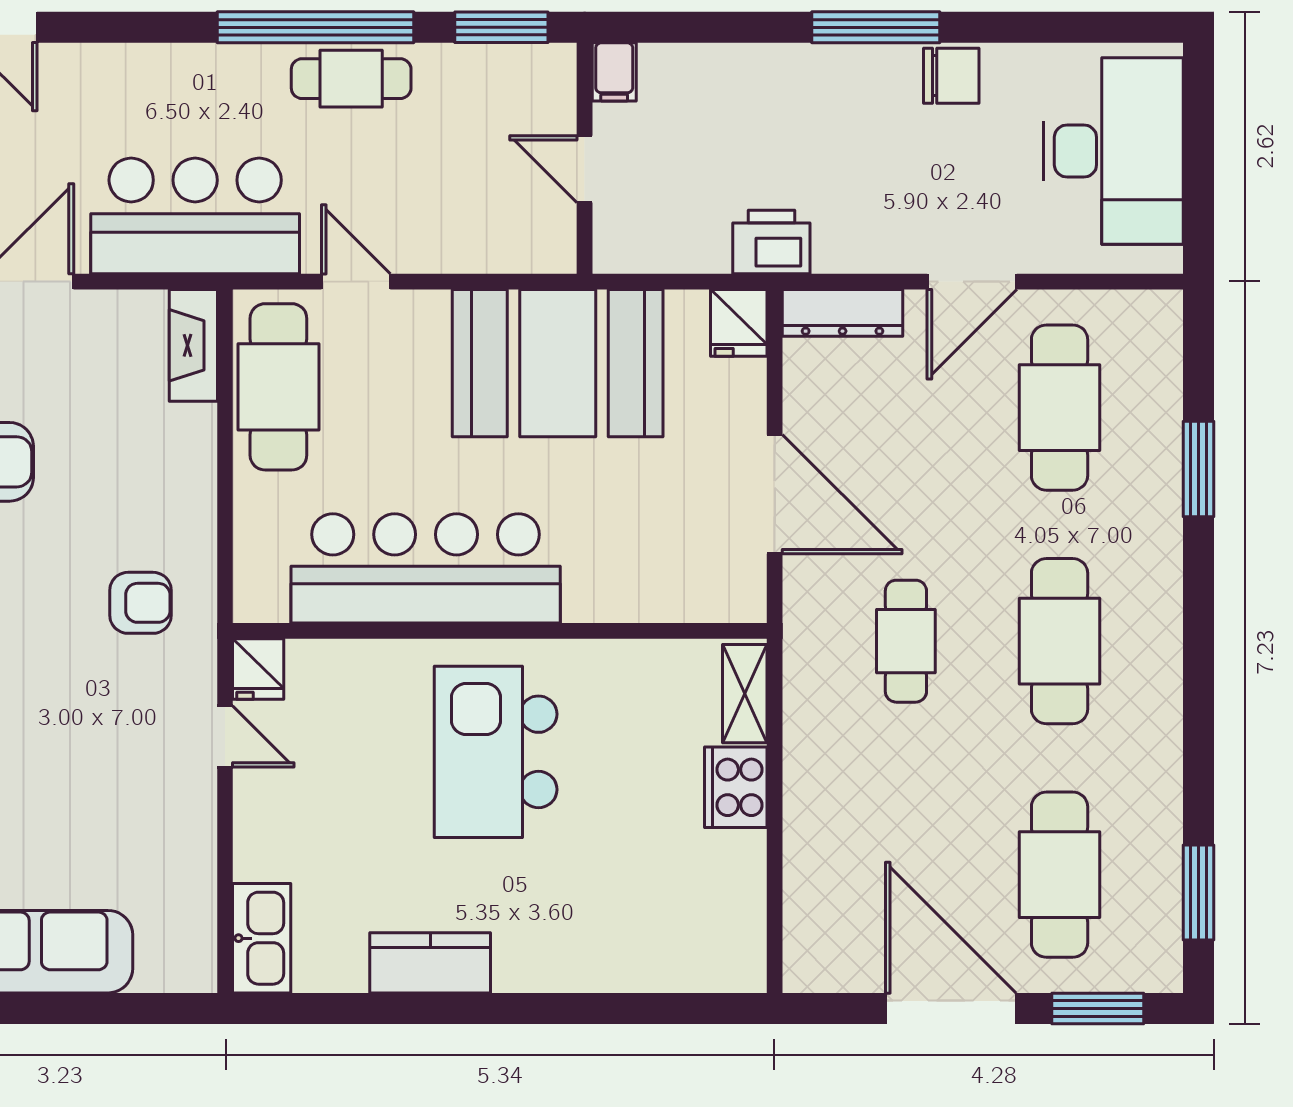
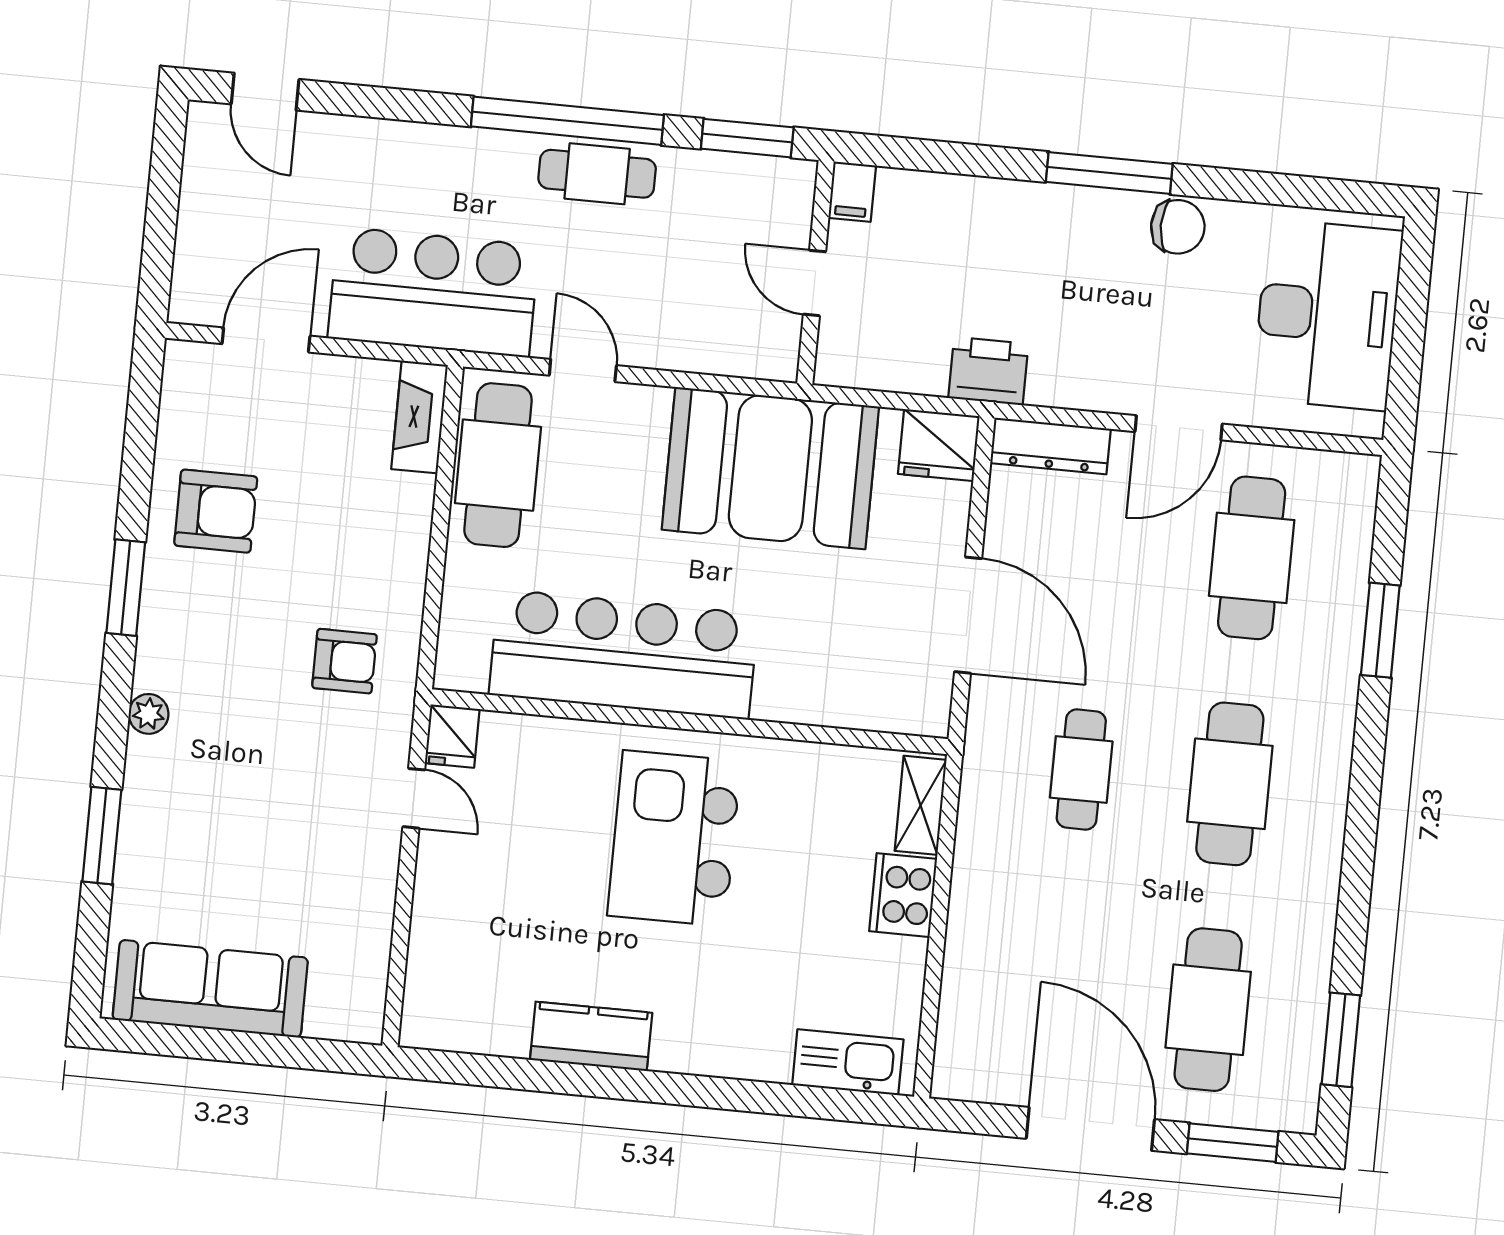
fridge: (739, 323) -> (939, 445), width x1.38
kitchen sink: (262, 938) -> (848, 1062), moved, turned -90

